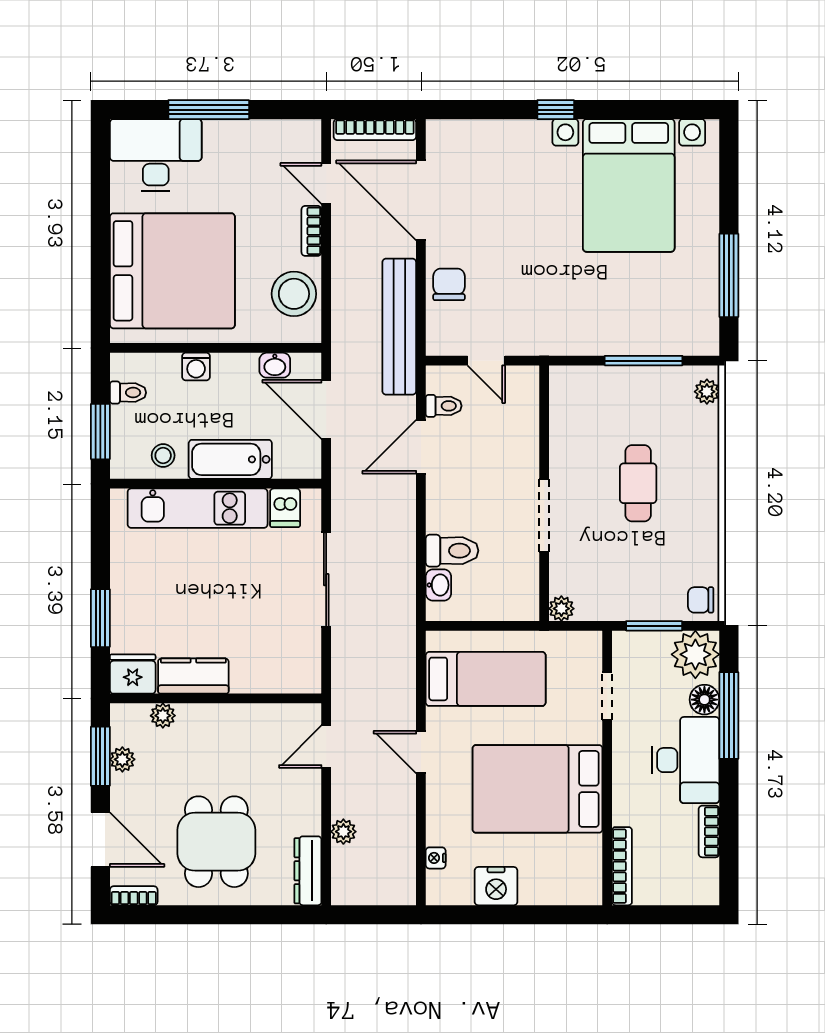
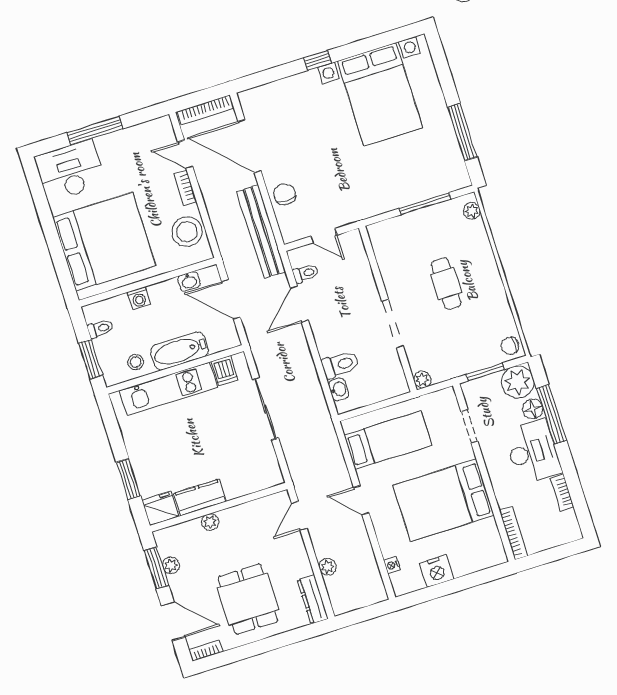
plant: (163, 716) -> (210, 522), moved

